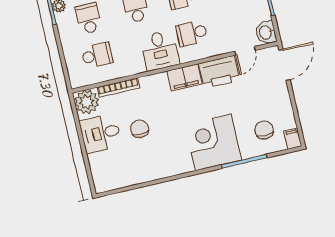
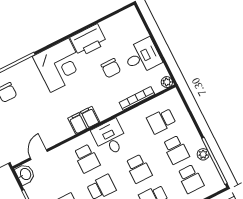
school desk: (192, 33) -> (87, 158), turned 90
printer: (219, 72) -> (89, 40), moved, turned 180
plant: (87, 102) -> (167, 82), width x0.53, depth x0.53
corner desk: (213, 142) -> (60, 65), moved

